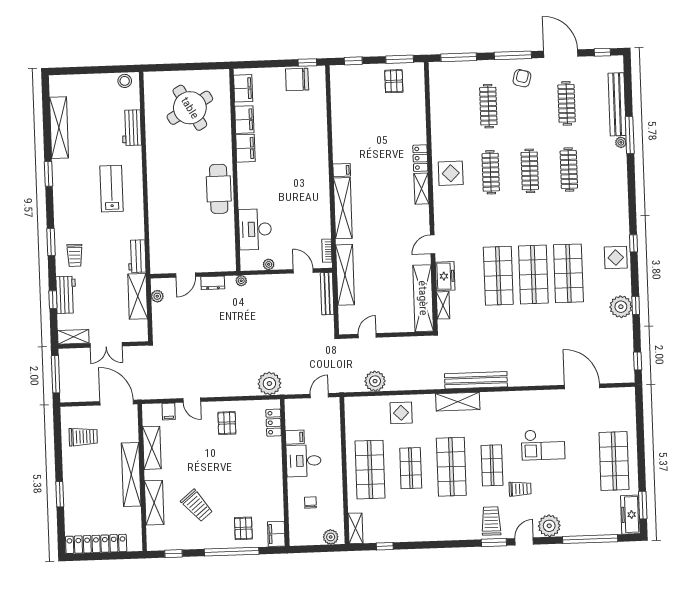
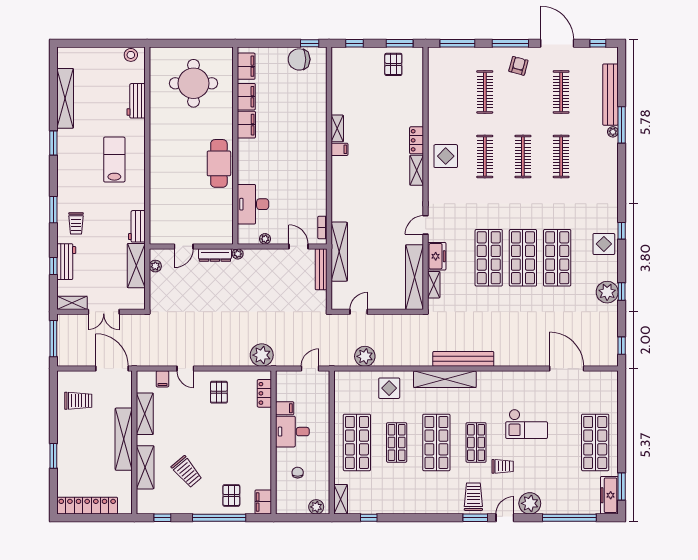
round table: (190, 108) -> (194, 83), turned 30
shelving: (343, 208) -> (337, 128), moved, width x0.45, depth x0.75
dresser: (213, 283) -> (215, 255), width x1.44
shelving: (458, 402) -> (445, 379), width x1.47

